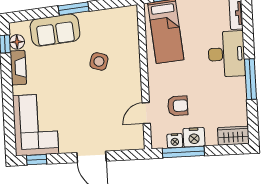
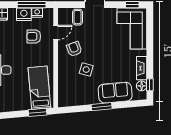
armchair: (118, 90) -> (74, 49), added
coffee table: (116, 137) -> (78, 17), added

